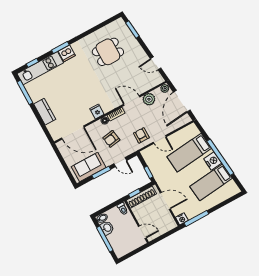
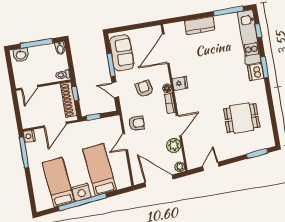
dining table: (108, 52) -> (242, 118), turned 90
door: (120, 162) -> (115, 90), hinge flipped
washbasin: (107, 228) -> (21, 55), moved

